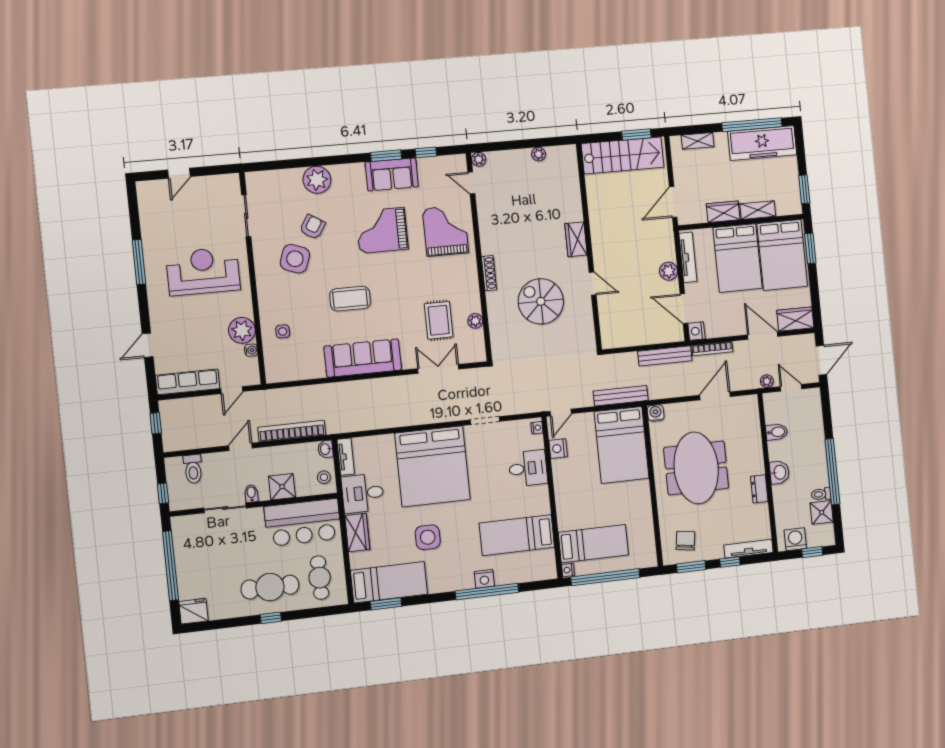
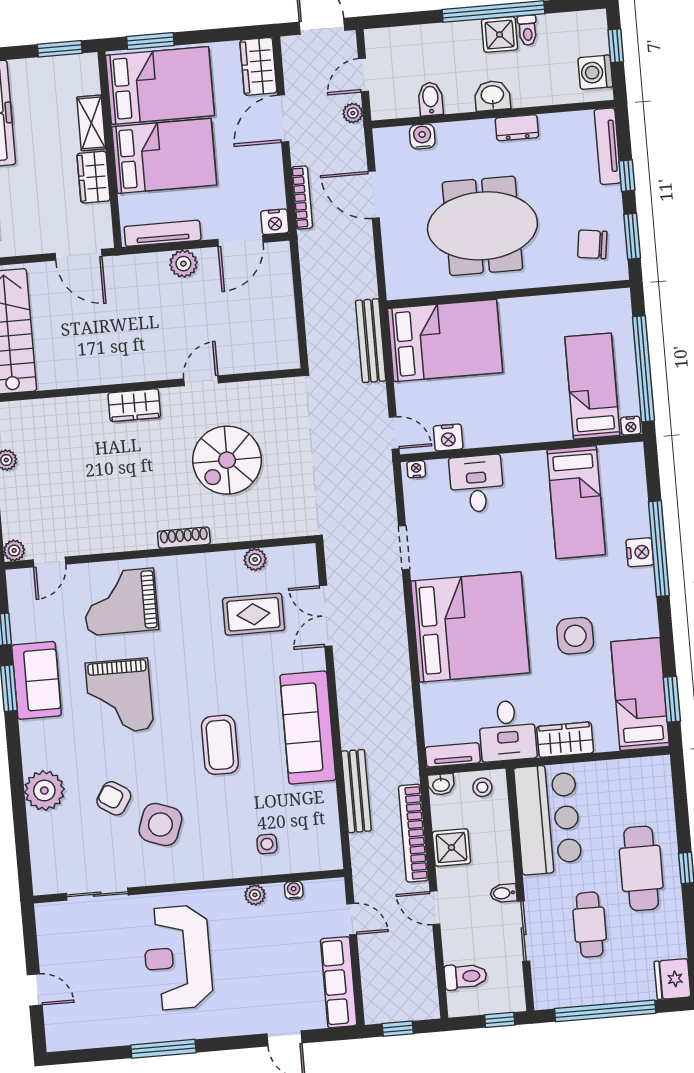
plant: (242, 330) -> (255, 895), width x0.53, depth x0.53
bench: (665, 356) -> (356, 791), moved
water cooler: (656, 413) -> (422, 136), moved, turned 90
shower: (282, 487) -> (451, 847), moved
shower: (822, 512) -> (500, 35), moved
cafe table: (320, 578) -> (590, 925), moved, turned 90

